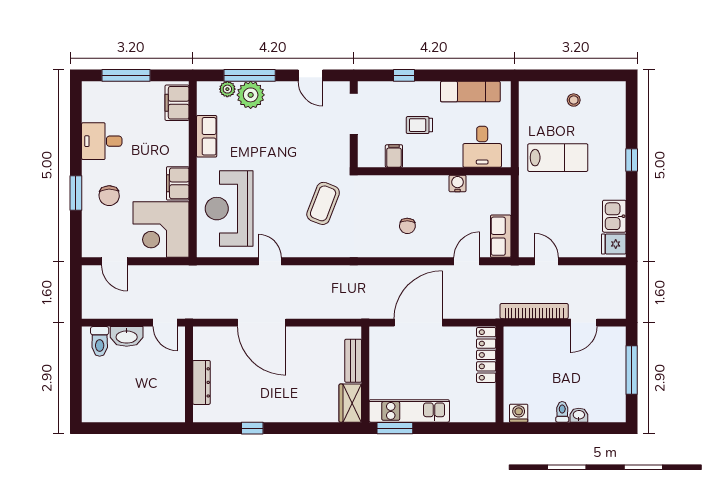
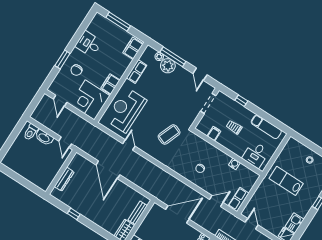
lab bench: (558, 158) -> (286, 181), turned 180

